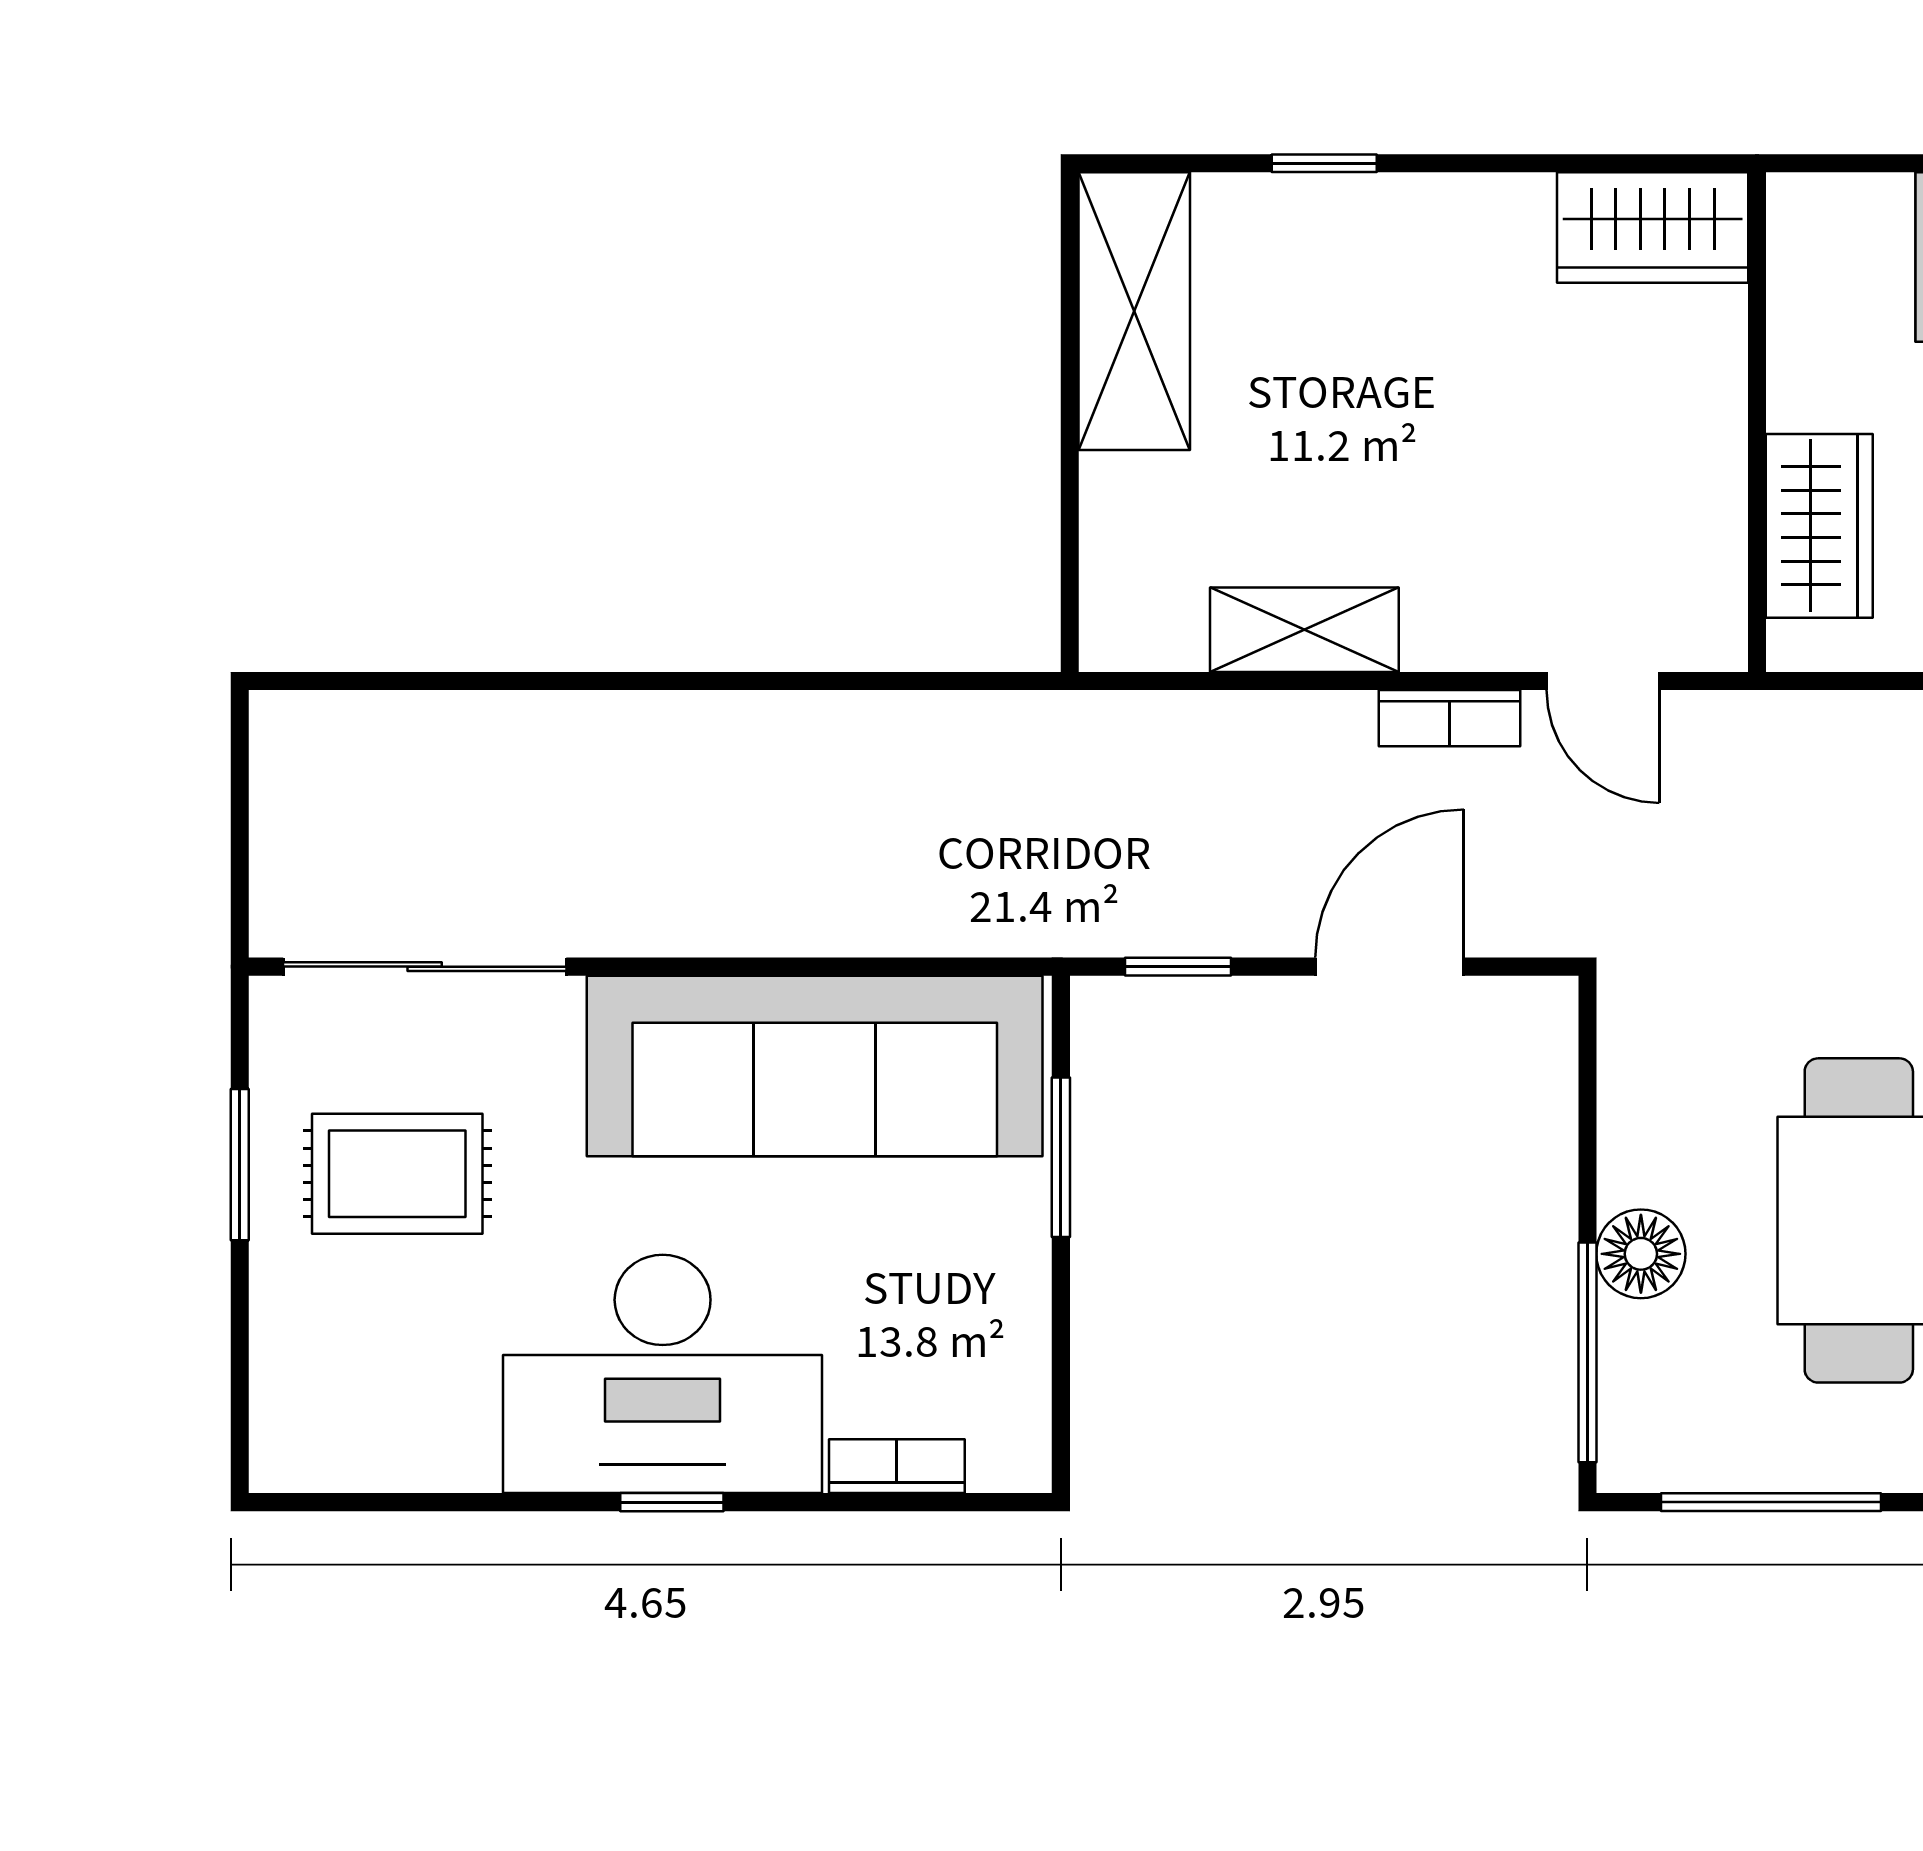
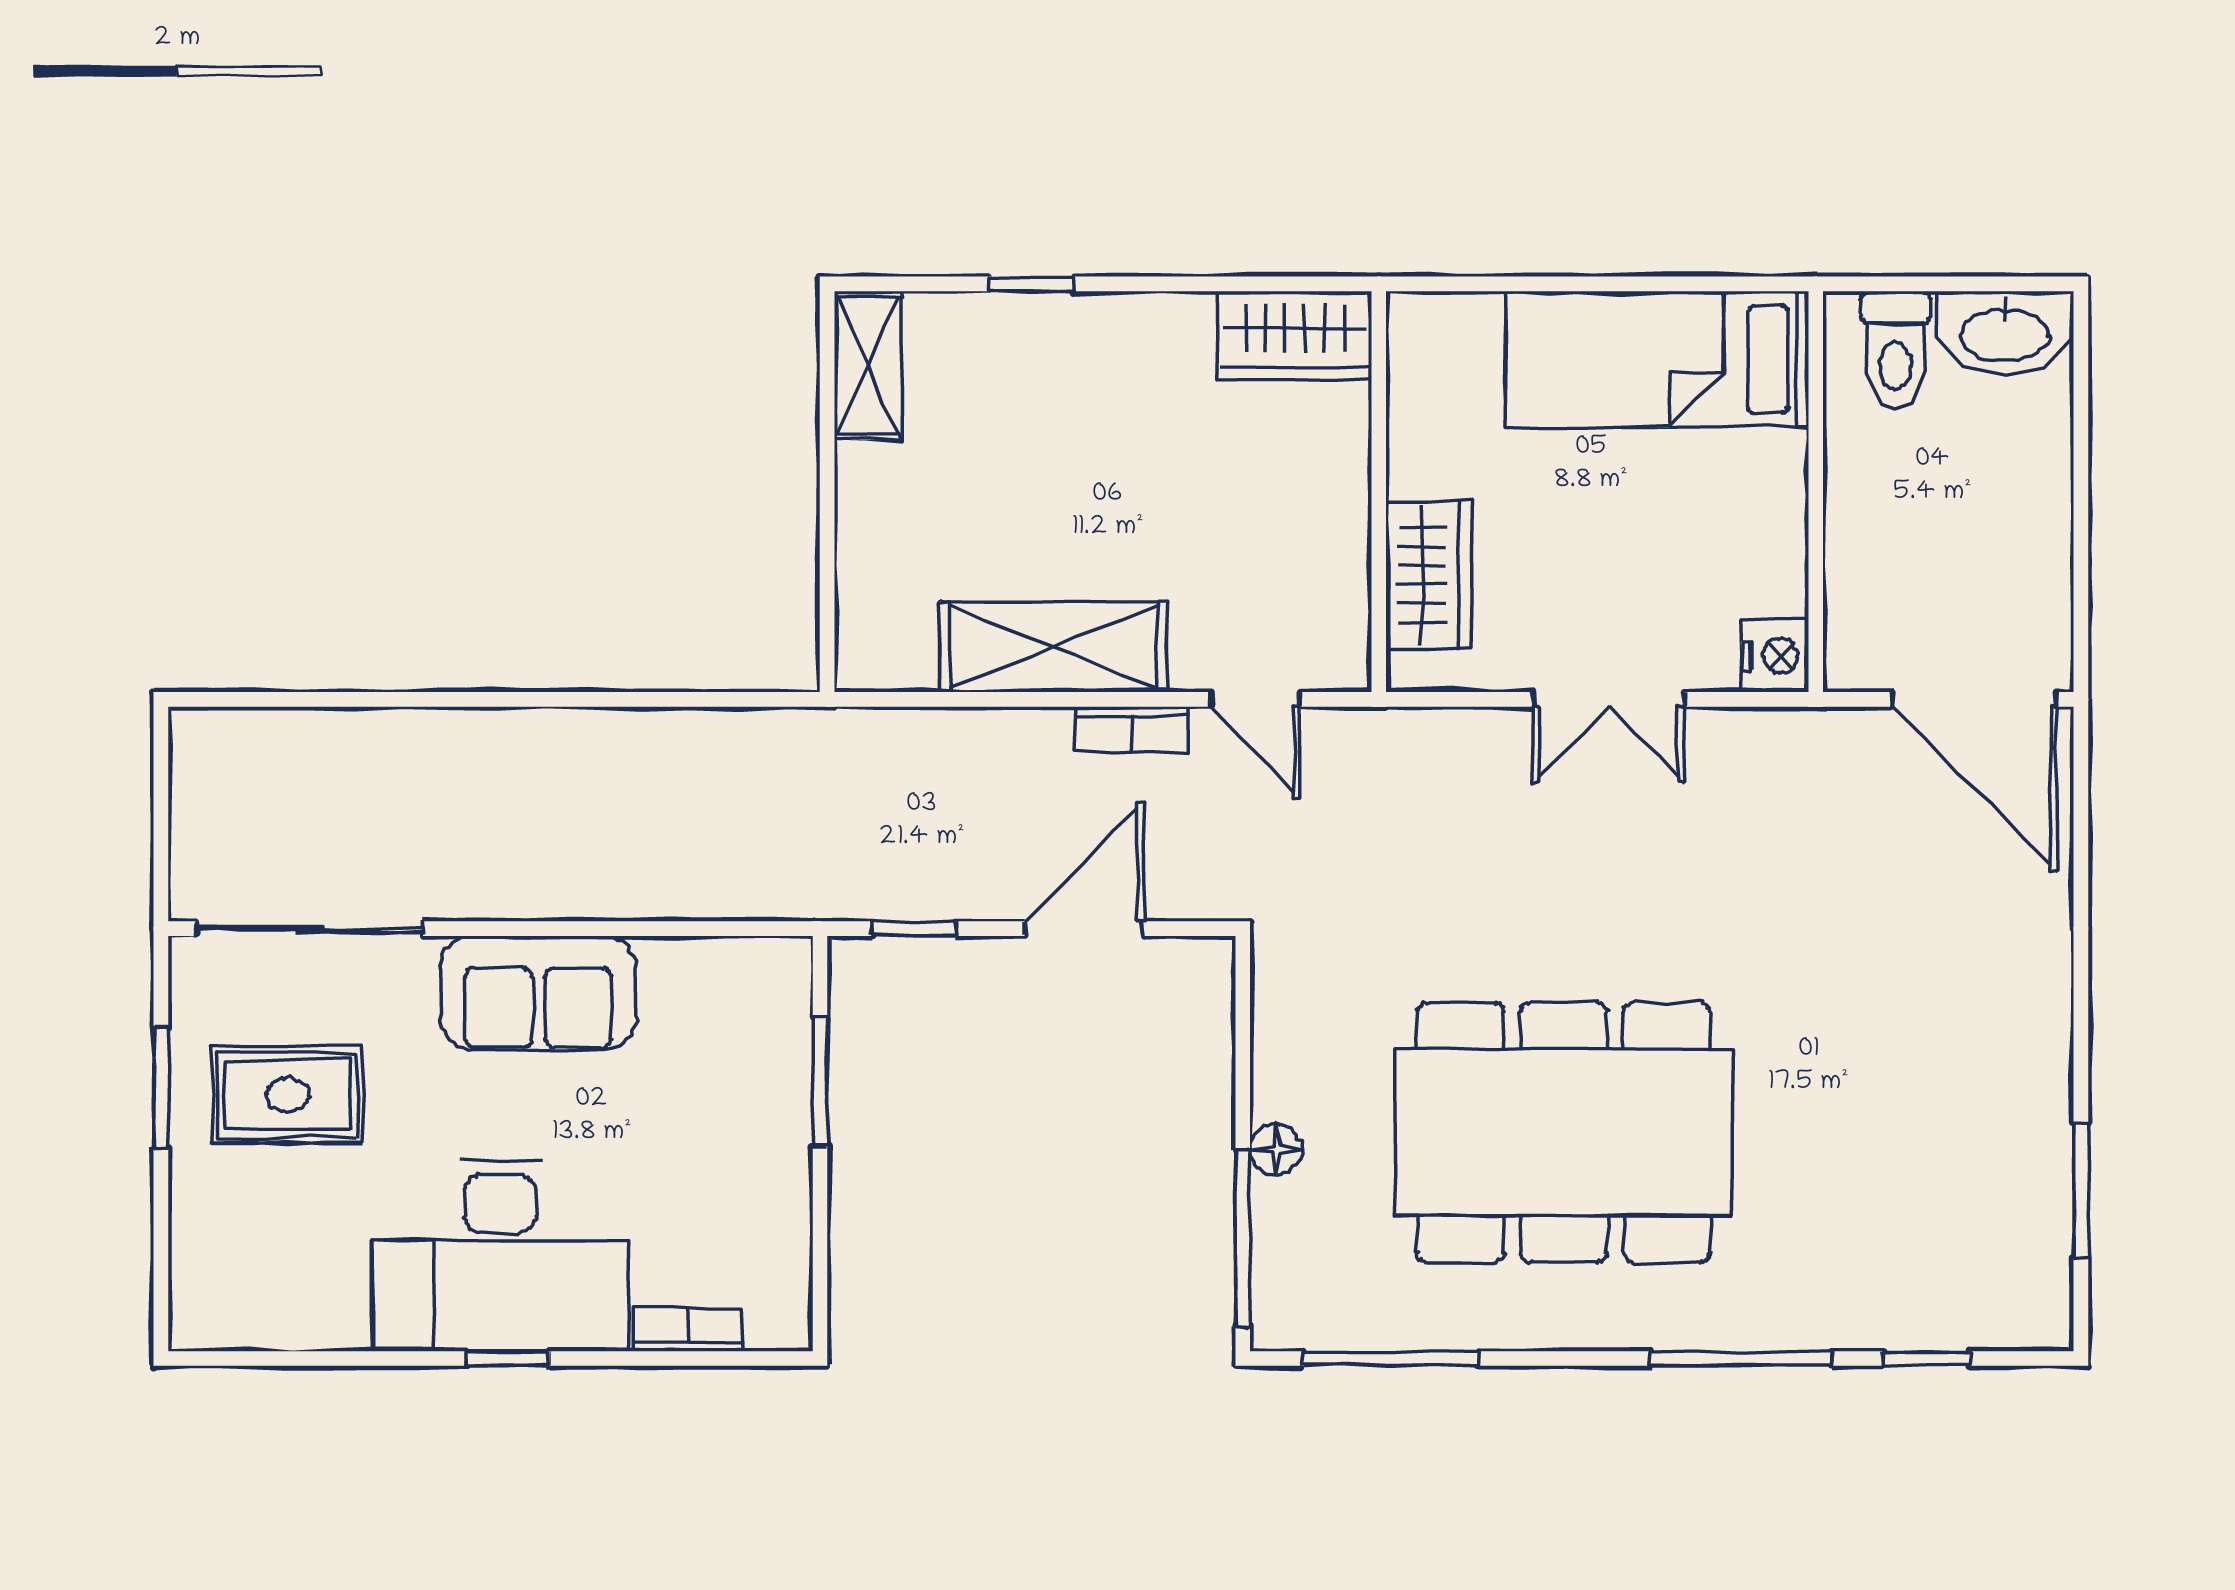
shelving: (1134, 311) -> (868, 365), width x0.67, depth x0.75
shelving: (1304, 630) -> (1053, 647), width x1.50, depth x1.33
sofa: (815, 1066) -> (538, 993), width x0.54, depth x0.79
floor lamp: (1641, 1254) -> (1276, 1149), width x0.73, depth x0.73

